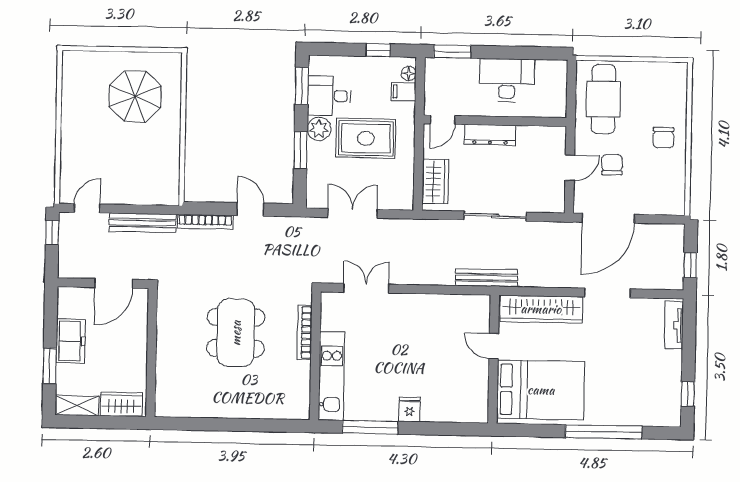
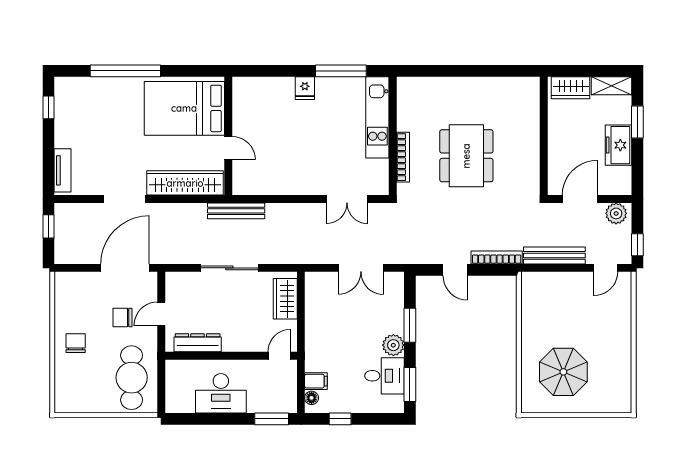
dresser: (490, 135) -> (198, 343), moved
rug: (366, 138) -> (350, 337), removed
chair: (612, 165) -> (122, 317), turned 90
plant: (75, 267) -> (616, 213), added

